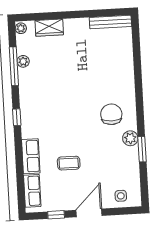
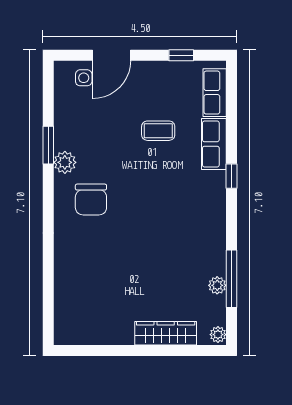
bench: (110, 22) -> (85, 336), removed
wardrobe: (49, 28) -> (166, 333), width x1.50
window: (17, 117) -> (232, 176), moved
door: (89, 213) -> (112, 55), moved

